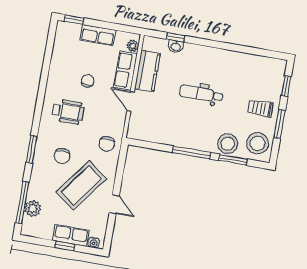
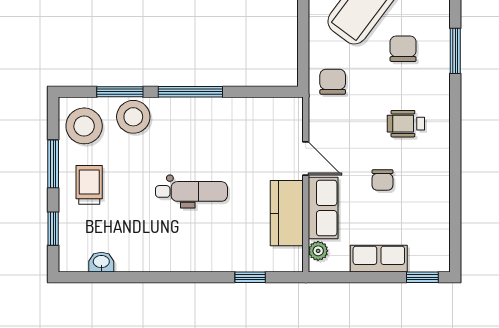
washbasin: (176, 47) -> (101, 262), moved
trolley: (261, 108) -> (89, 185), turned -90
wheelchair: (68, 112) -> (406, 124), width x0.73, depth x0.73

